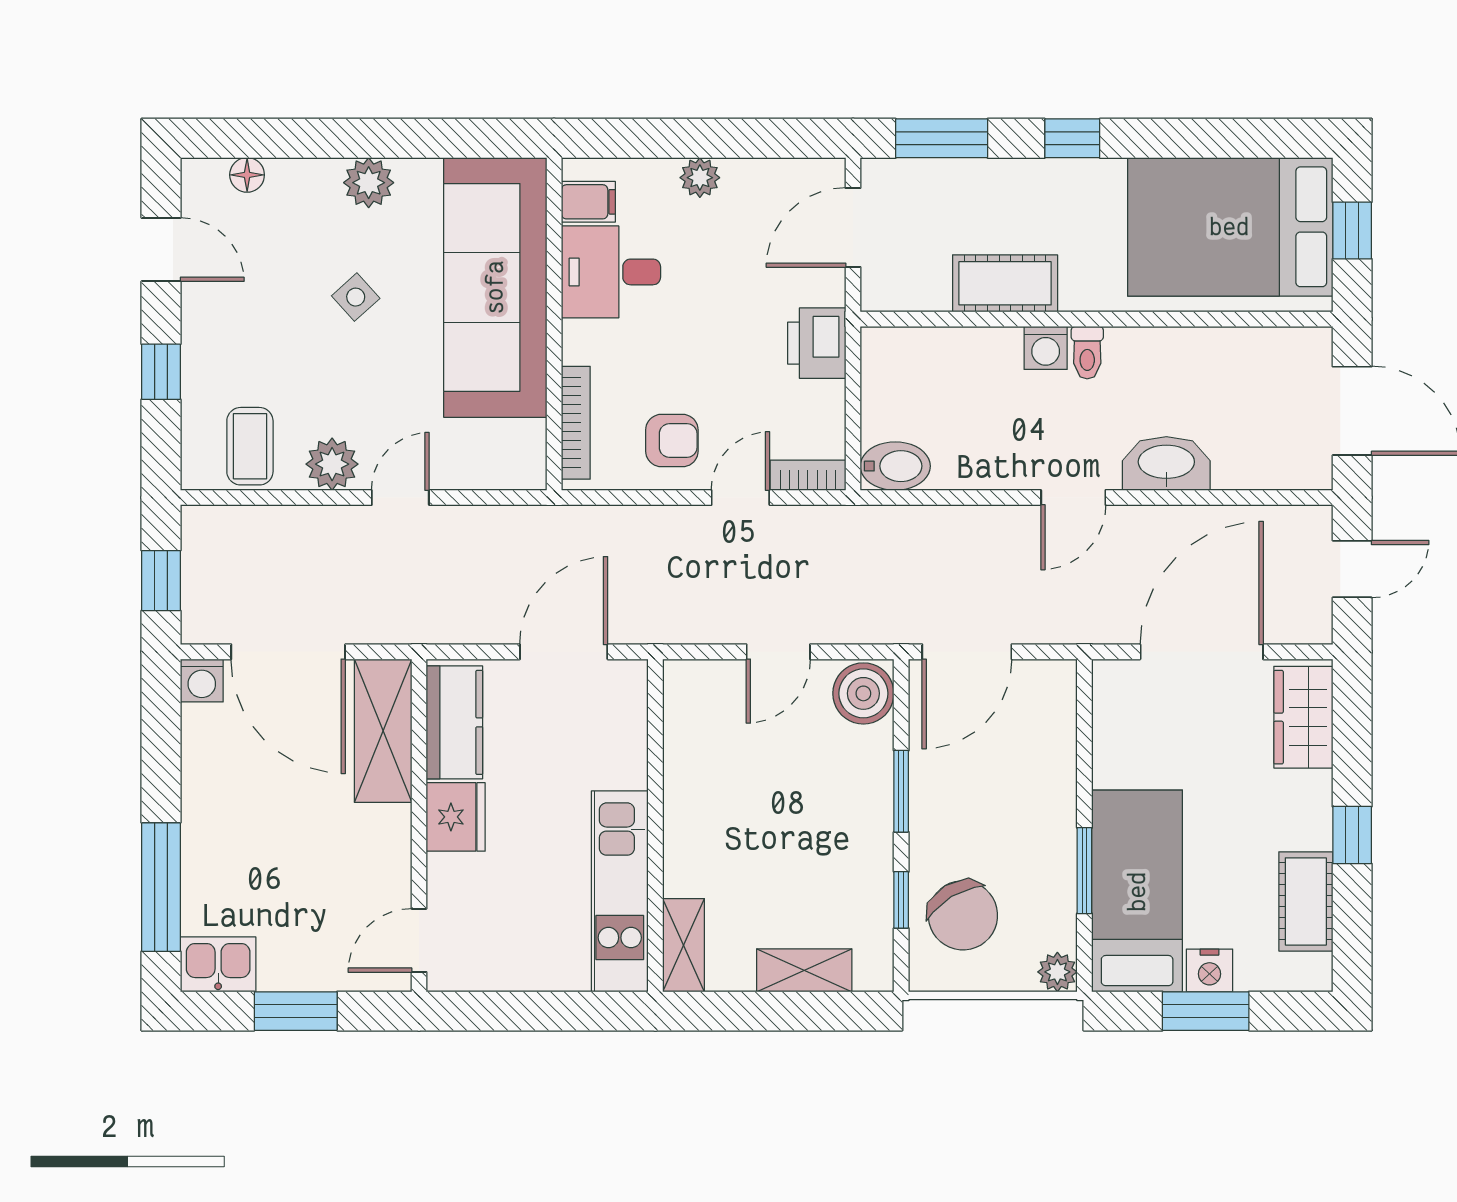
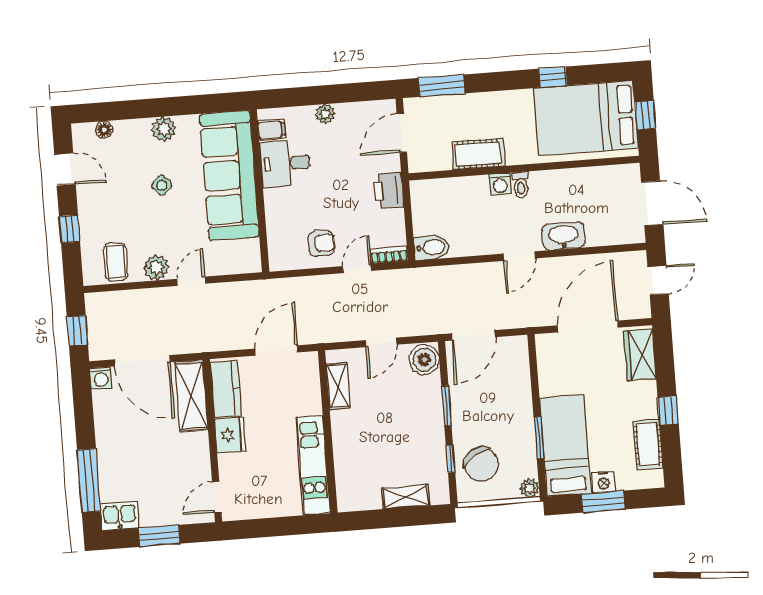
window: (1072, 138) -> (553, 77), moved
bookcase: (576, 423) -> (274, 238), removed
shelving: (683, 945) -> (338, 386), moved

